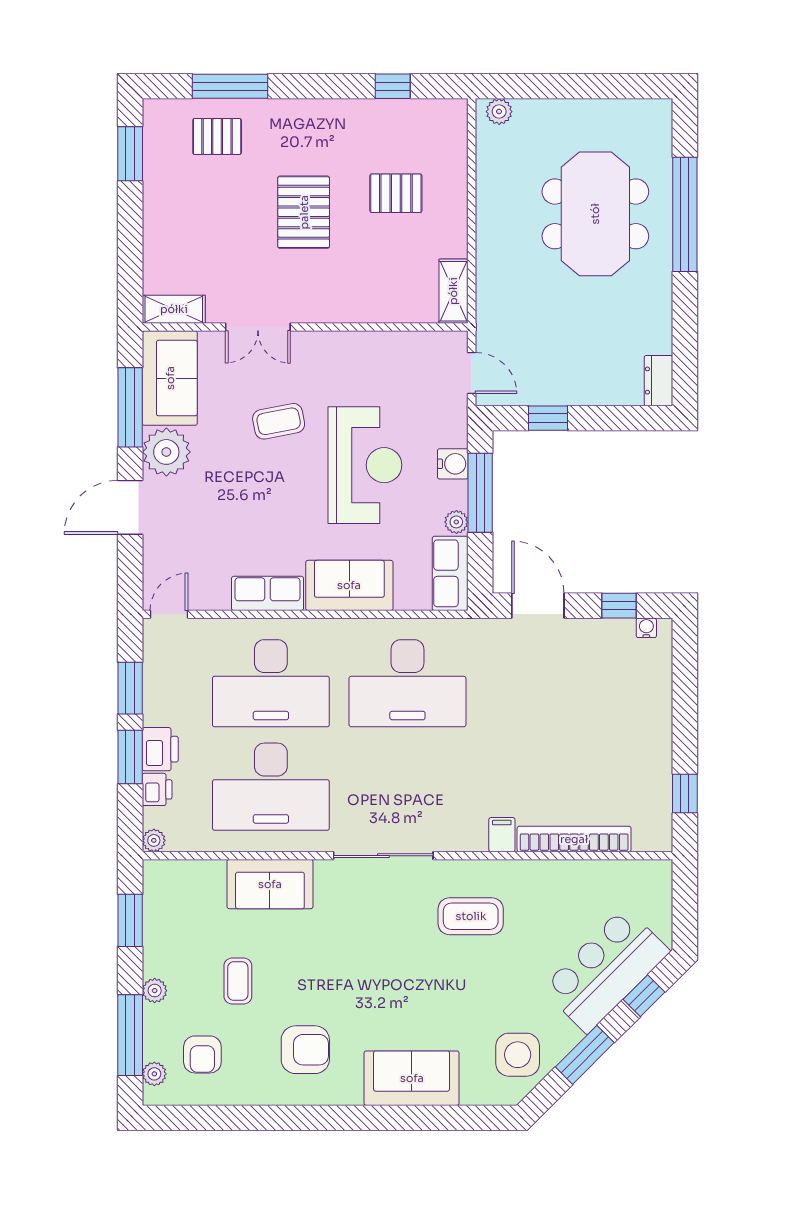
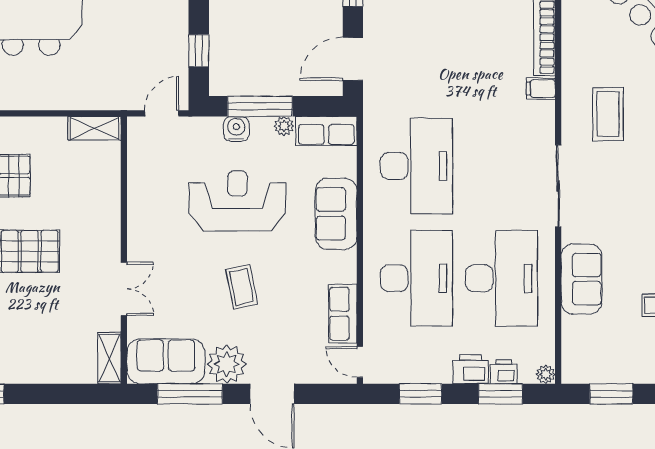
coffee table: (279, 421) -> (242, 287), moved
row of seats: (267, 593) -> (343, 314), moved
window: (130, 757) -> (500, 394), moved

